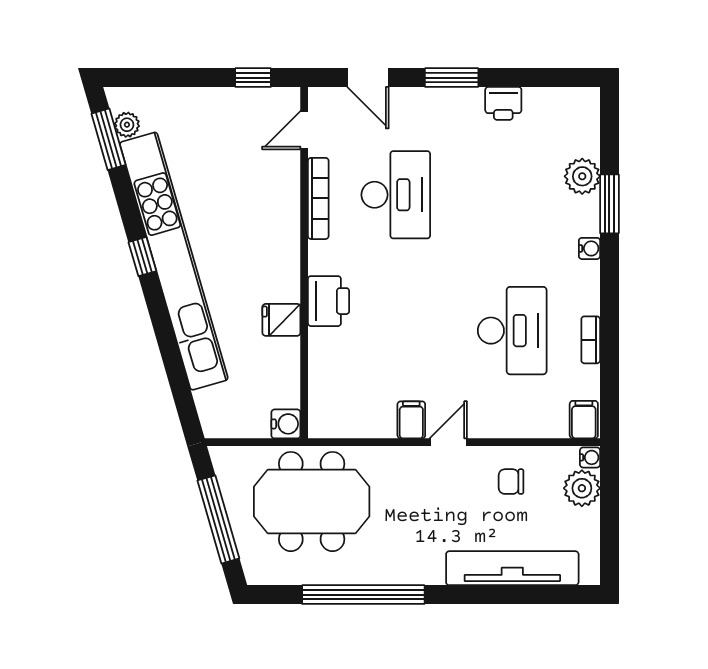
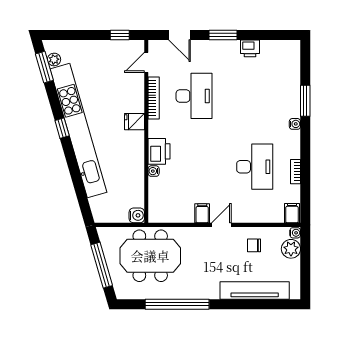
plant: (582, 176) -> (291, 86), removed
fridge: (281, 320) -> (134, 122), moved
water cooler: (318, 339) -> (154, 171), added

